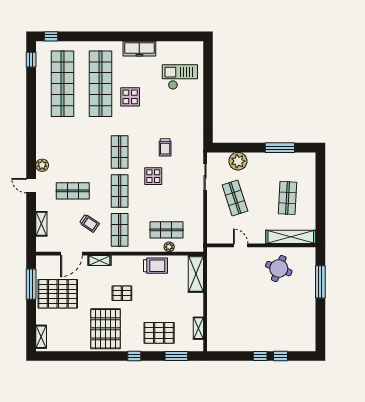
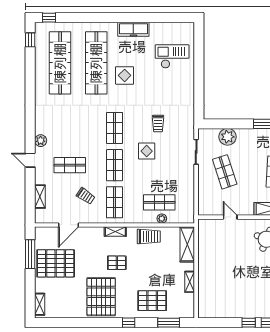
shelving: (99, 260) -> (115, 232), moved
shelving: (198, 328) -> (190, 282), moved

